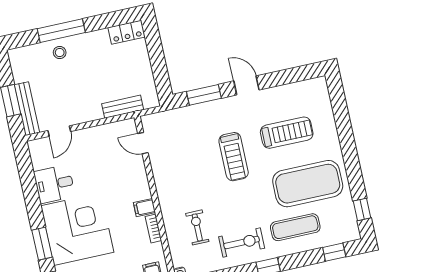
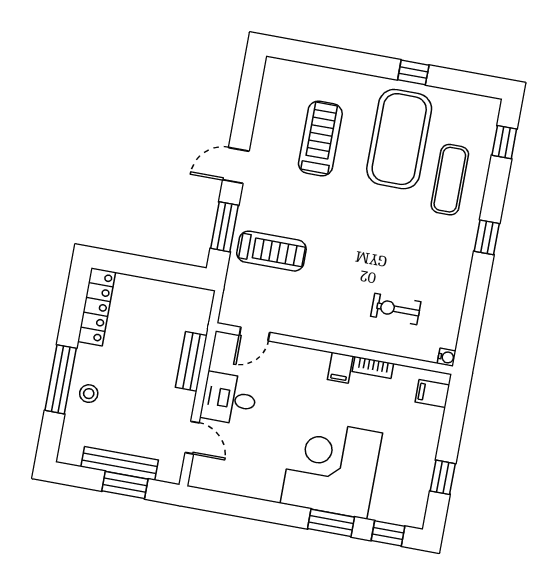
locker: (127, 32) -> (97, 307), width x1.53
bench: (123, 107) -> (191, 361), moved
bench: (27, 109) -> (120, 463), moved
treadmill: (234, 157) -> (271, 251), moved
desk: (54, 184) -> (229, 399), moved, turned 90
window: (362, 209) -> (413, 72), moved
exercise bike: (242, 243) -> (440, 259), removed

